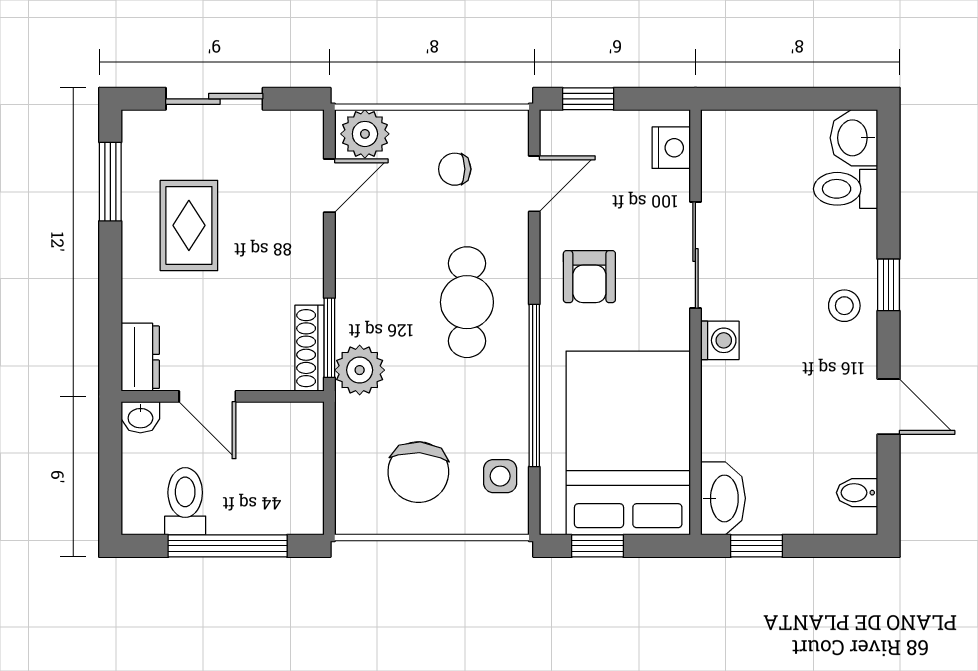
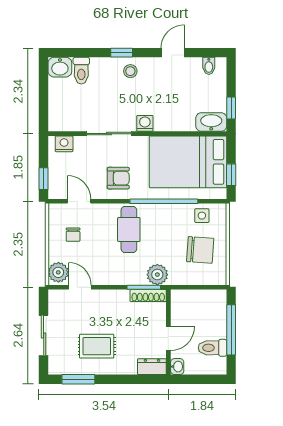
cafe table: (467, 302) -> (129, 230), turned 90

